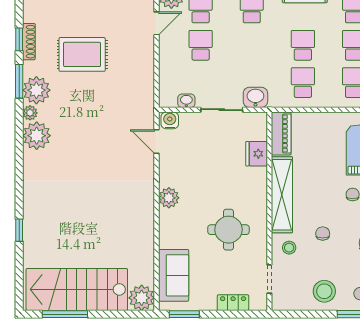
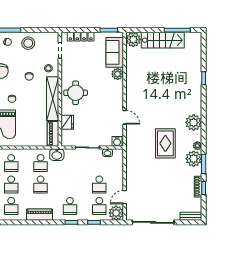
rug: (82, 54) -> (165, 143), moved, turned 90
washbasin: (255, 97) -> (57, 155), moved
plant: (37, 136) -> (194, 123), moved
door: (156, 142) -> (125, 117), moved
plant: (169, 198) -> (118, 74), moved
round table: (229, 230) -> (76, 93), moved
stairs: (77, 289) -> (163, 40), width x0.73, depth x0.66
locker: (233, 303) -> (81, 37), width x1.53

